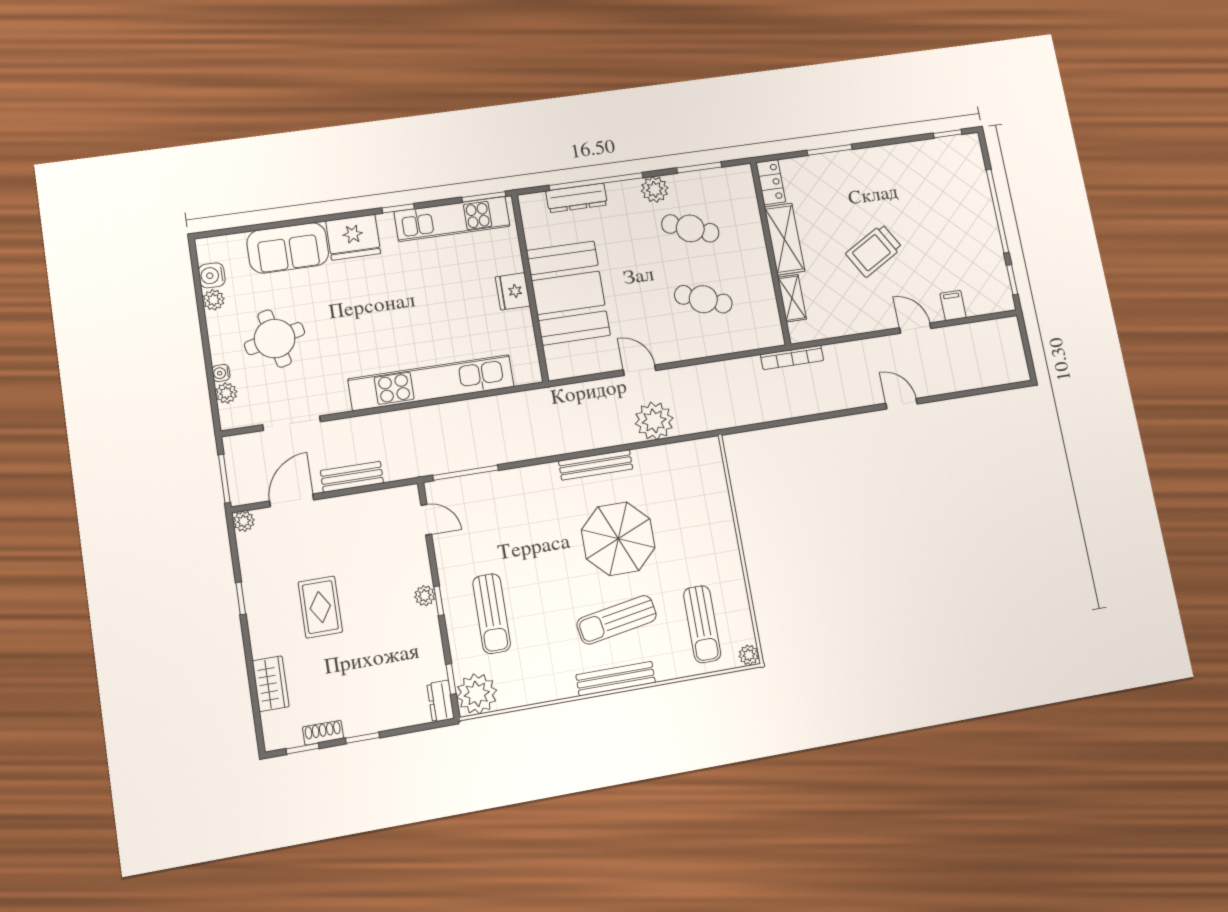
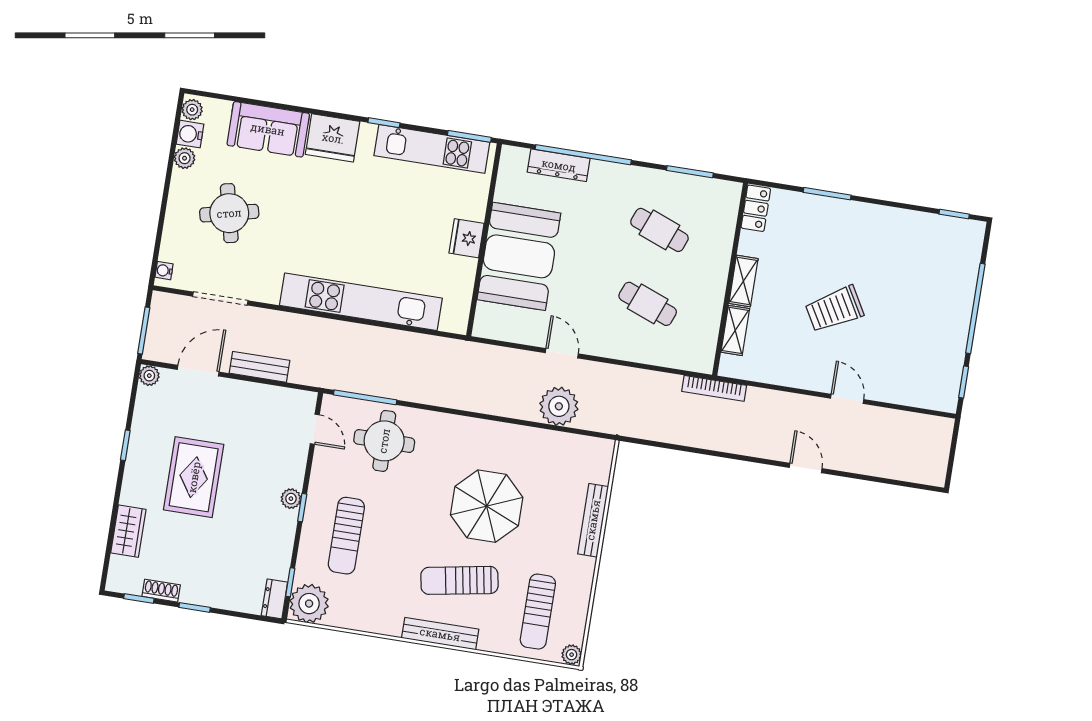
plant: (655, 189) -> (638, 180), removed
shelving: (784, 239) -> (743, 281), width x0.67, depth x0.75
filing cabinet: (953, 306) -> (894, 389), removed
water cooler: (221, 373) -> (164, 271), moved
plant: (226, 393) -> (192, 110), moved
bench: (596, 465) -> (593, 520), moved, turned 90
round table: (498, 509) -> (384, 441), added
rug: (320, 607) -> (194, 477), width x1.36, depth x1.43

